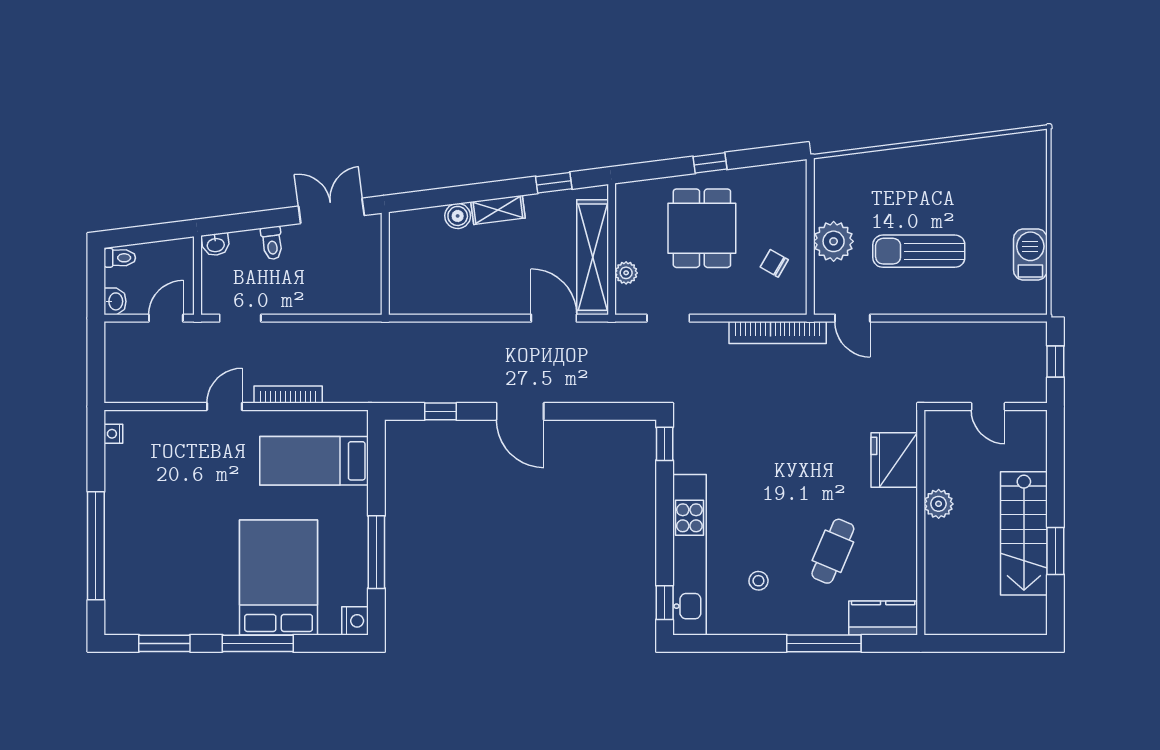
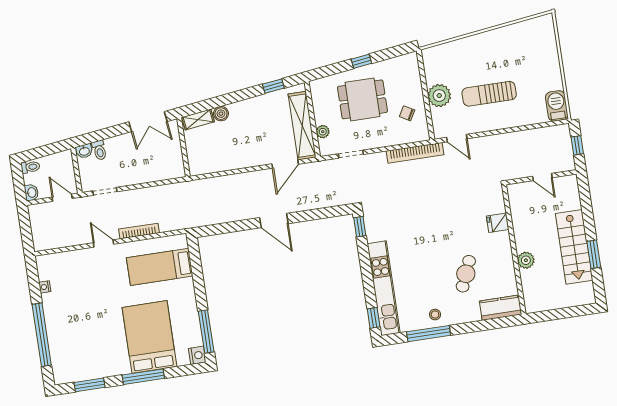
shelving: (498, 210) -> (198, 119), moved
double door: (331, 211) -> (148, 122), swing flipped
dining table: (702, 228) -> (362, 99), turned 90
toilet: (272, 243) -> (99, 150), moved
barbecue: (1030, 255) -> (557, 106), moved
door: (166, 318) -> (62, 198), hinge flipped
door: (554, 318) -> (285, 164), swing flipped
door: (224, 406) -> (103, 243), hinge flipped
window: (441, 411) -> (228, 228), removed
nightstand: (113, 434) -> (45, 287), moved
fridge: (894, 460) -> (498, 223), width x0.53, depth x0.75
plant: (939, 504) -> (526, 260), moved
window: (376, 552) -> (206, 332), moved
stool: (758, 581) -> (435, 315), moved
window: (824, 643) -> (429, 334), moved

